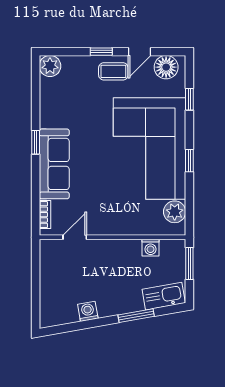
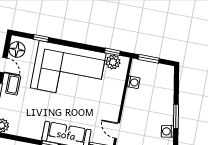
window: (189, 161) -> (112, 52), moved
kitchen sink: (164, 296) -> (167, 80), removed
window: (136, 316) -> (176, 116), moved

